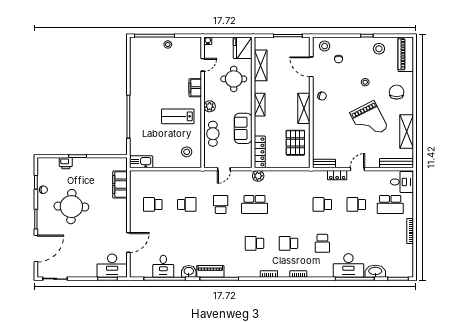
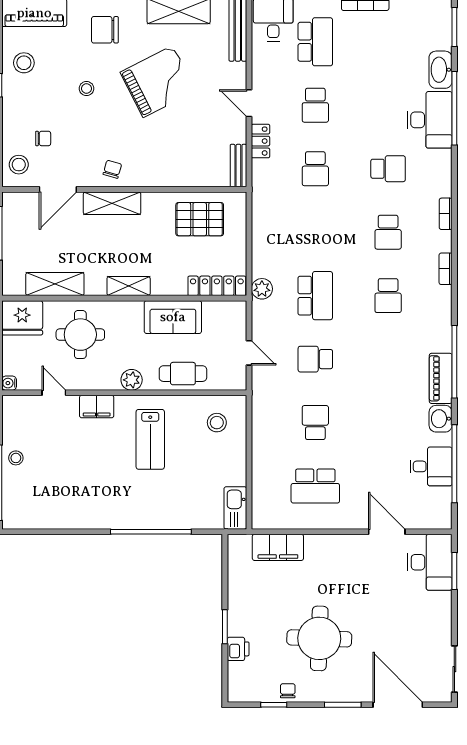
shelving: (304, 108) -> (112, 203), moved
school desk: (153, 204) -> (315, 486), width x1.85

